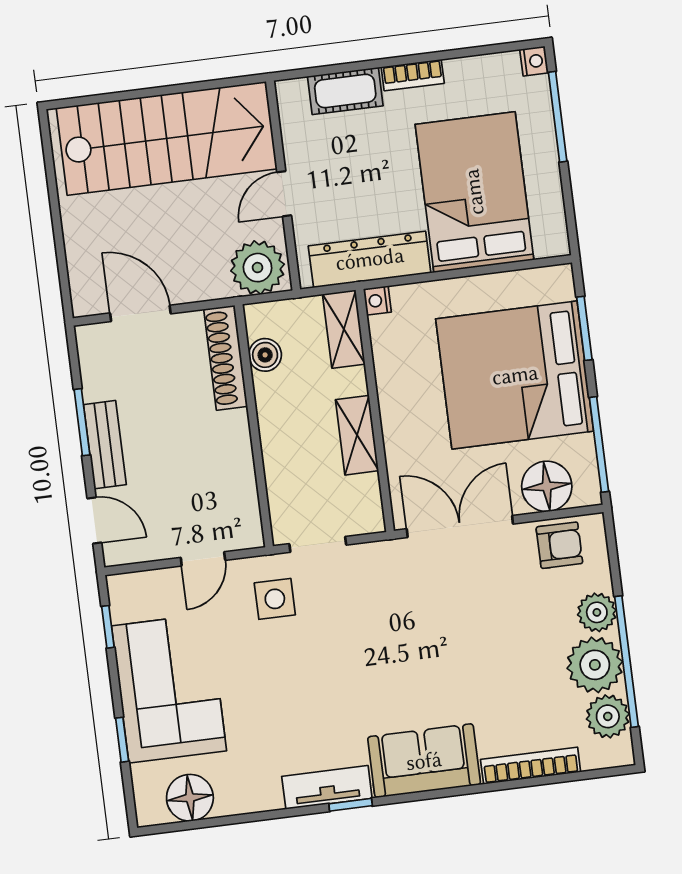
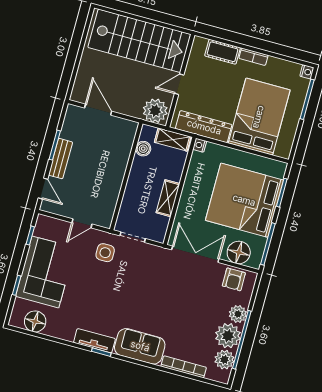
shelving: (344, 329) -> (173, 140), moved, turned 90
shoe rack: (226, 358) -> (126, 143), removed
armchair: (559, 545) -> (234, 279), turned 90

